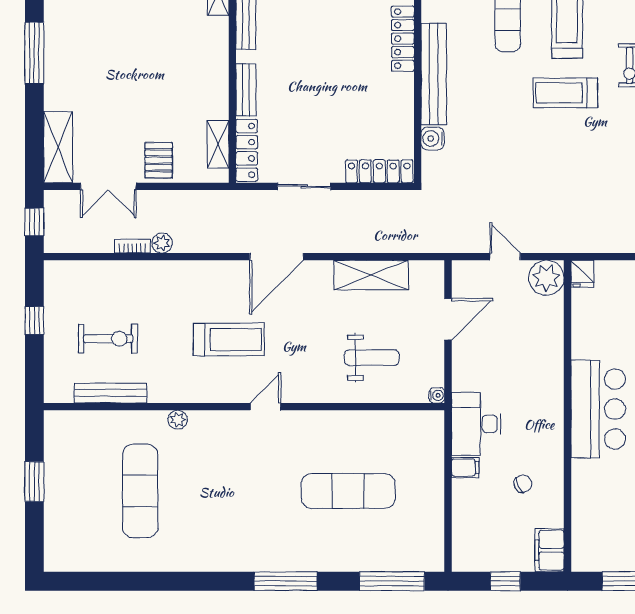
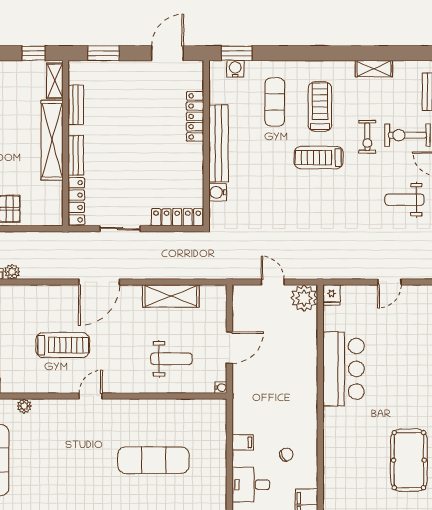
shelving: (218, 144) -> (52, 140), moved, width x2.20, depth x1.33
door: (448, 319) -> (229, 348), moved
bar counter: (598, 409) -> (343, 369), moved
desk: (476, 424) -> (251, 485), moved, width x0.73

